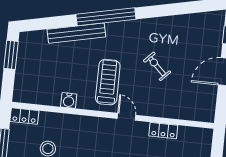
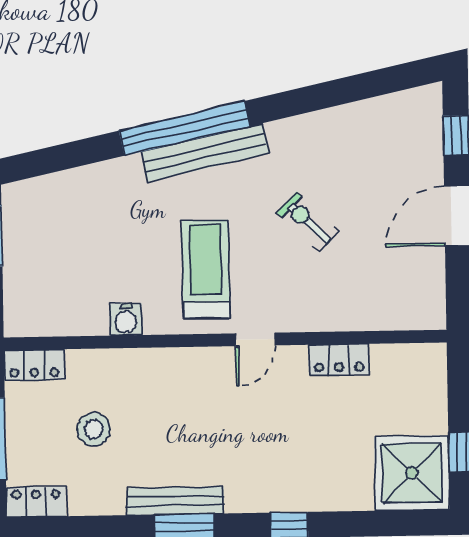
bench: (76, 33) -> (205, 153), moved
door: (126, 117) -> (255, 339), swing flipped

